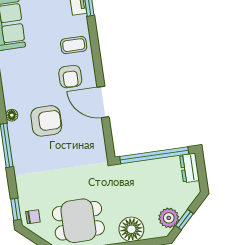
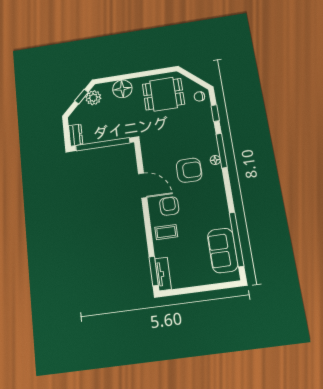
floor lamp: (12, 115) -> (215, 160), moved
armchair: (46, 121) -> (189, 170), turned 180
window: (16, 209) -> (215, 113), moved

